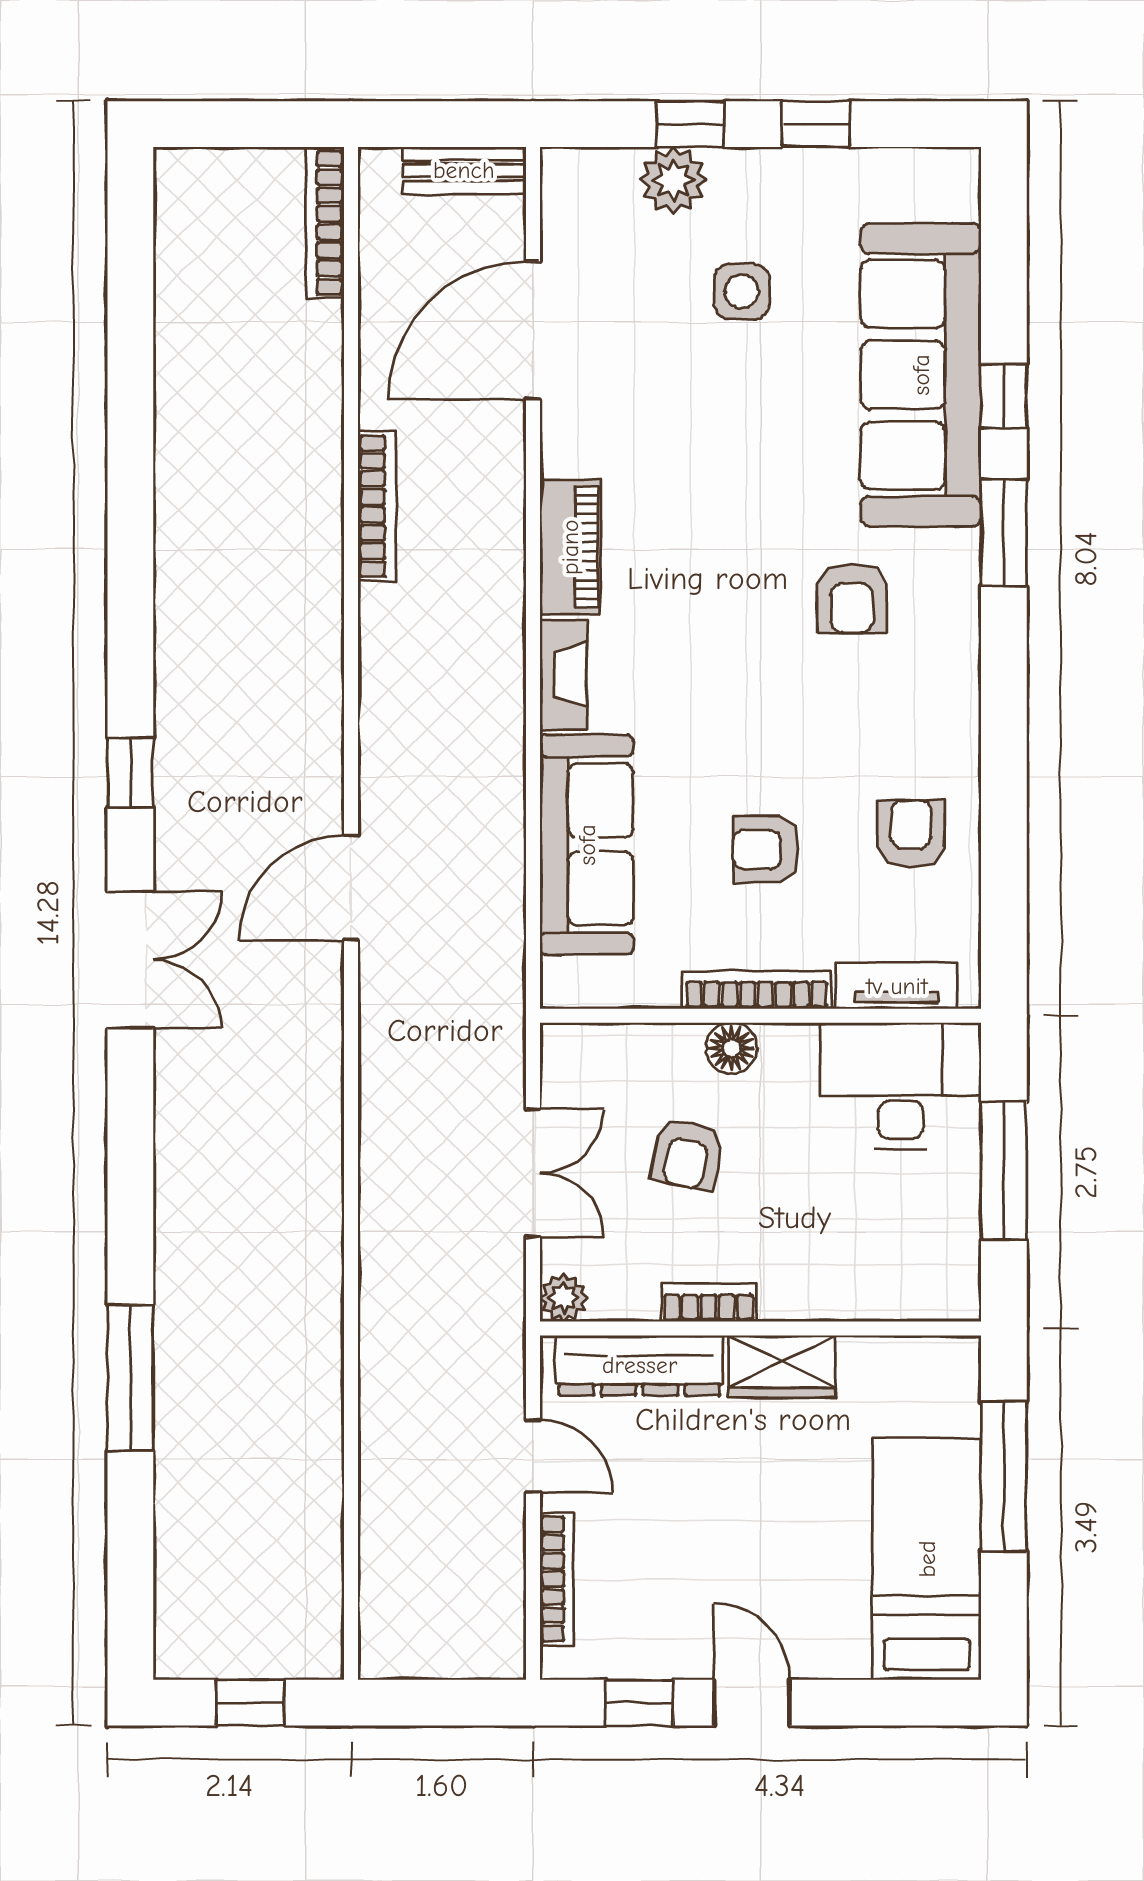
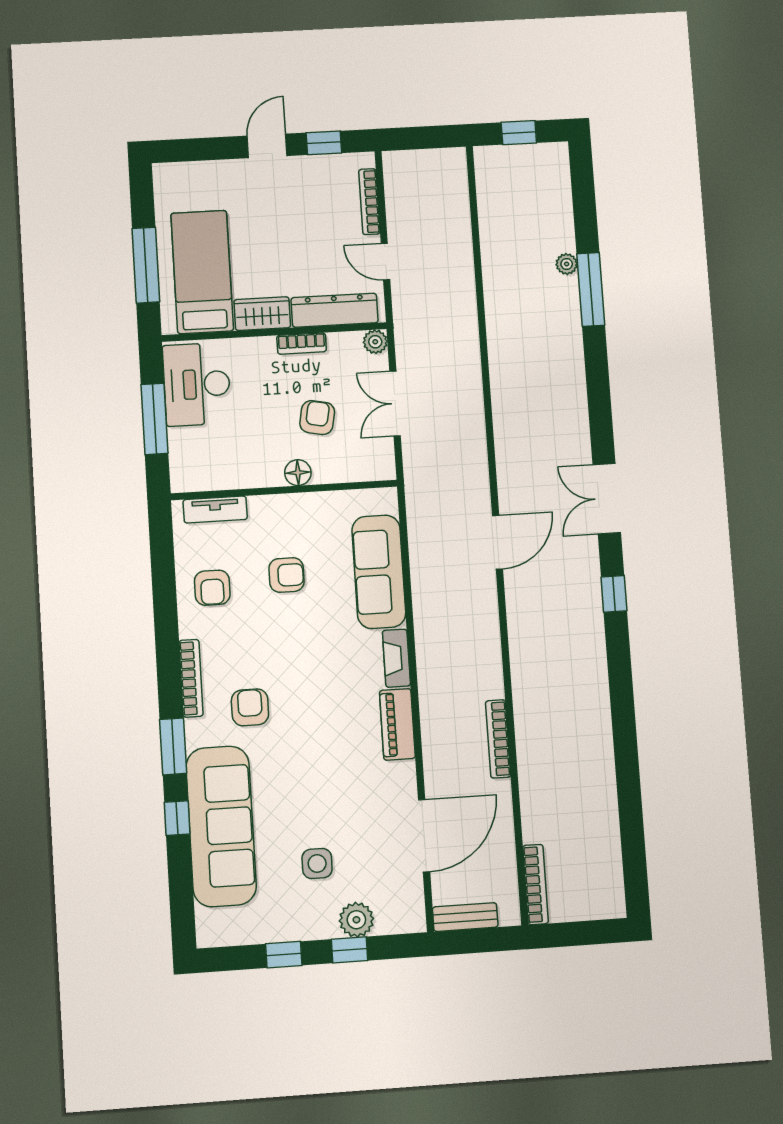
bookcase: (757, 990) -> (191, 678), moved, turned -90
desk: (901, 1086) -> (197, 384), moved, turned 90
plant: (174, 1432) -> (567, 264), added
bed: (927, 1559) -> (202, 272), moved, turned 180
door: (752, 1703) -> (267, 146), swing flipped

